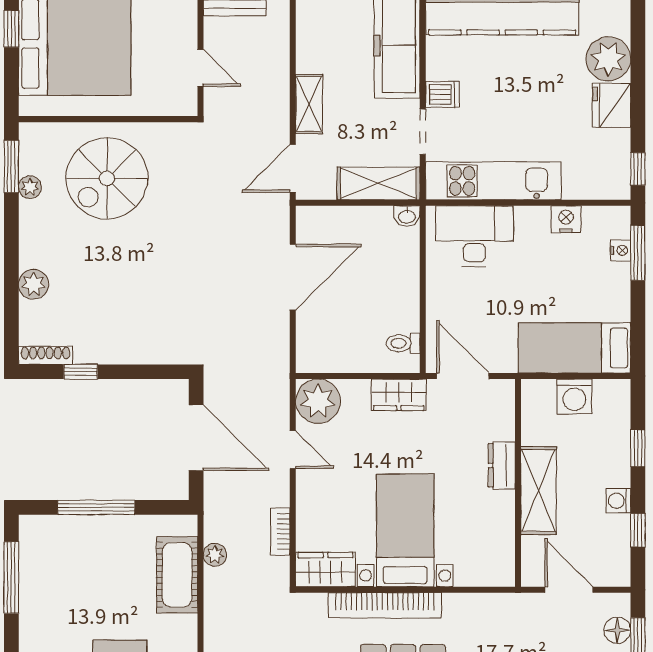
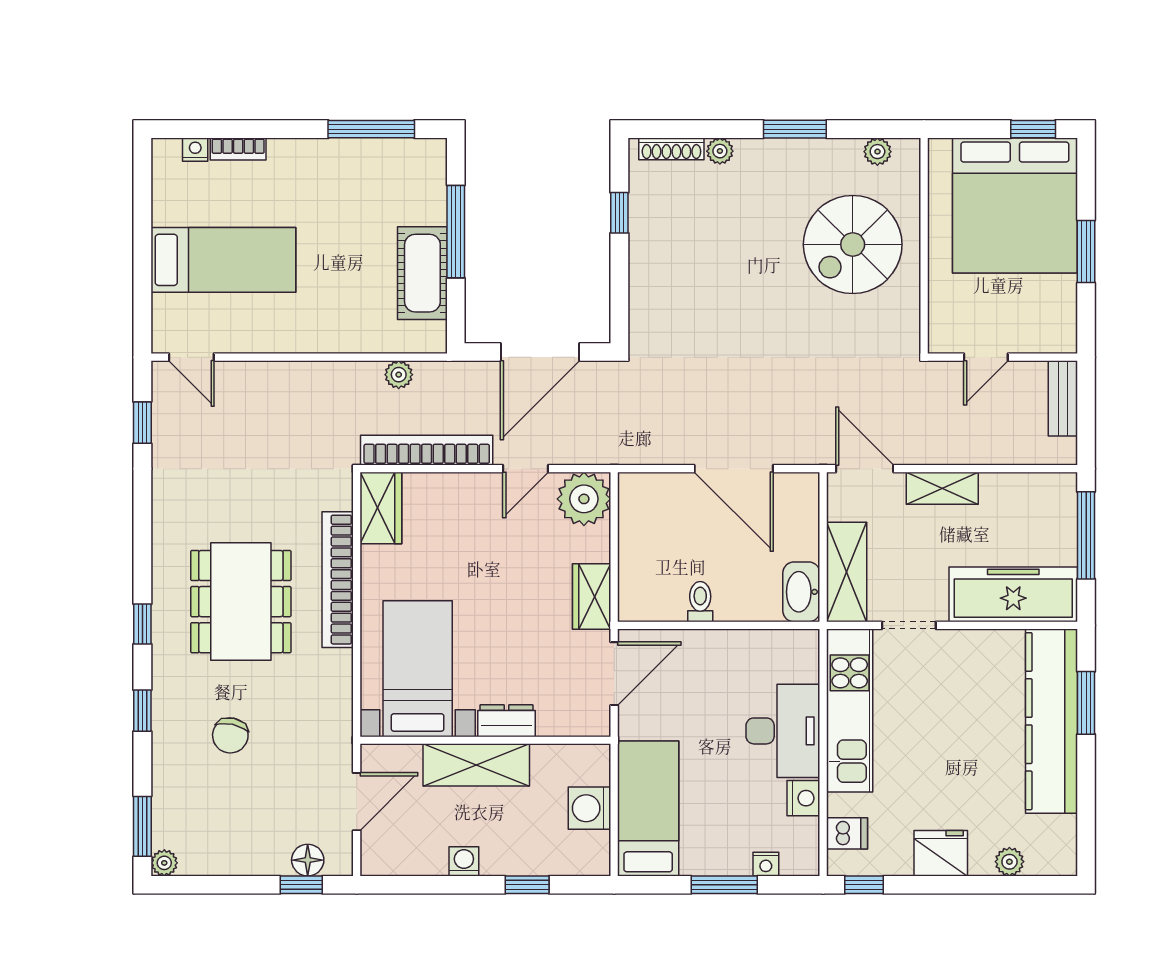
plant: (608, 59) -> (1009, 862), width x0.53, depth x0.53
dishwasher: (442, 94) -> (847, 833), moved, turned -90
window: (11, 166) -> (795, 129), moved
spiral stairs: (107, 178) -> (853, 244), turned -90
plant: (30, 187) -> (877, 152), moved
washbasin: (407, 216) -> (801, 592), width x1.91, depth x1.45
desk: (474, 236) -> (783, 731), moved
window: (638, 253) -> (724, 885), moved
plant: (34, 284) -> (720, 151), width x0.73, depth x0.73
toilet: (403, 343) -> (700, 602), moved
shoe rack: (45, 355) -> (671, 149), moved, turned 90
bed with nightstands: (405, 530) -> (418, 669), moved, turned -90
window: (638, 530) -> (428, 885), removed
bookcase: (280, 532) -> (427, 450), width x2.31, depth x1.31
cot: (177, 575) -> (422, 273), moved, turned 90

